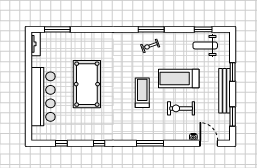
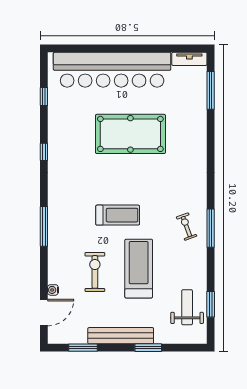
bar counter: (43, 97) -> (112, 70), width x1.36

